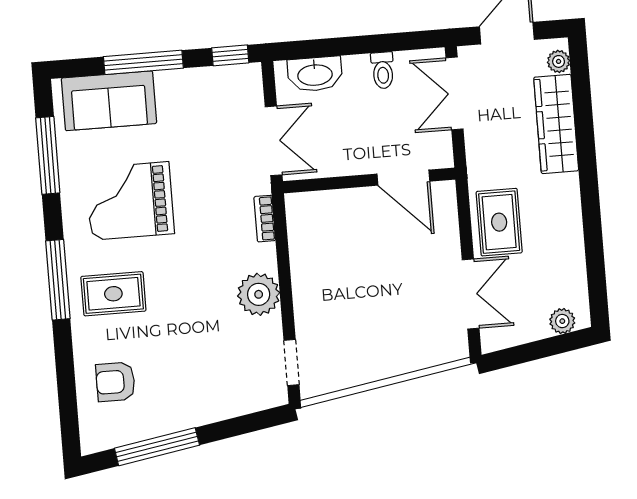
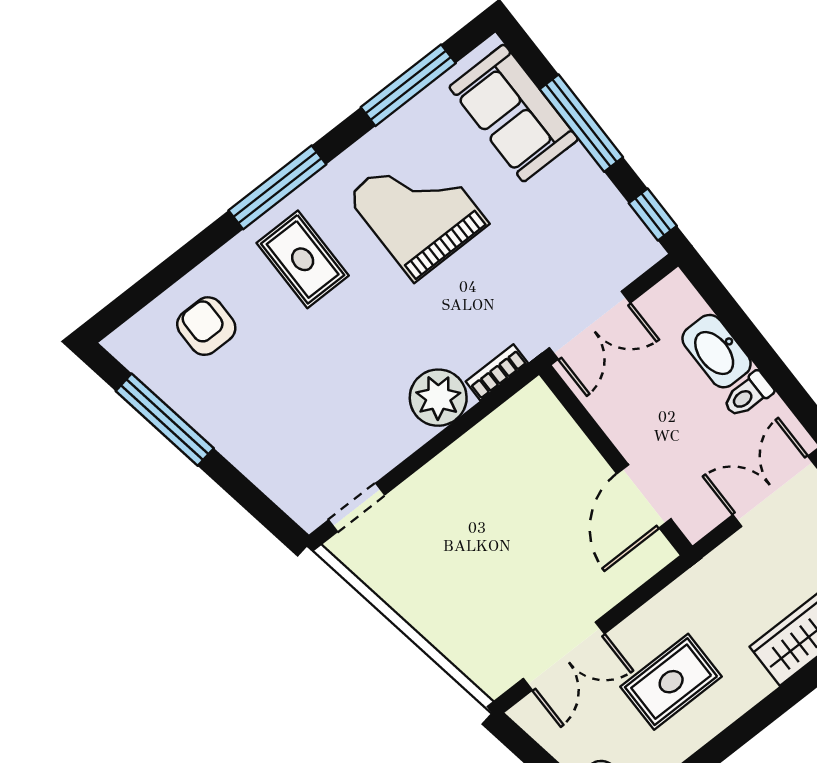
washbasin: (315, 74) -> (717, 351), moved
rug: (499, 222) -> (671, 682), moved
plant: (259, 294) -> (438, 398), moved

